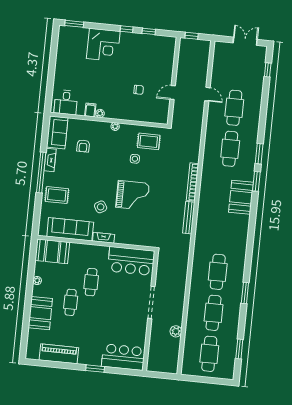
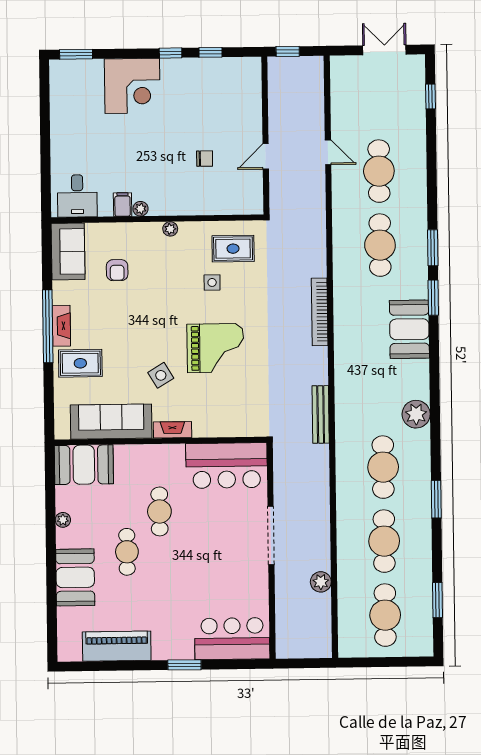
fireplace: (50, 160) -> (61, 326), moved
bench: (189, 218) -> (321, 414), moved
plant: (239, 245) -> (416, 414), added

